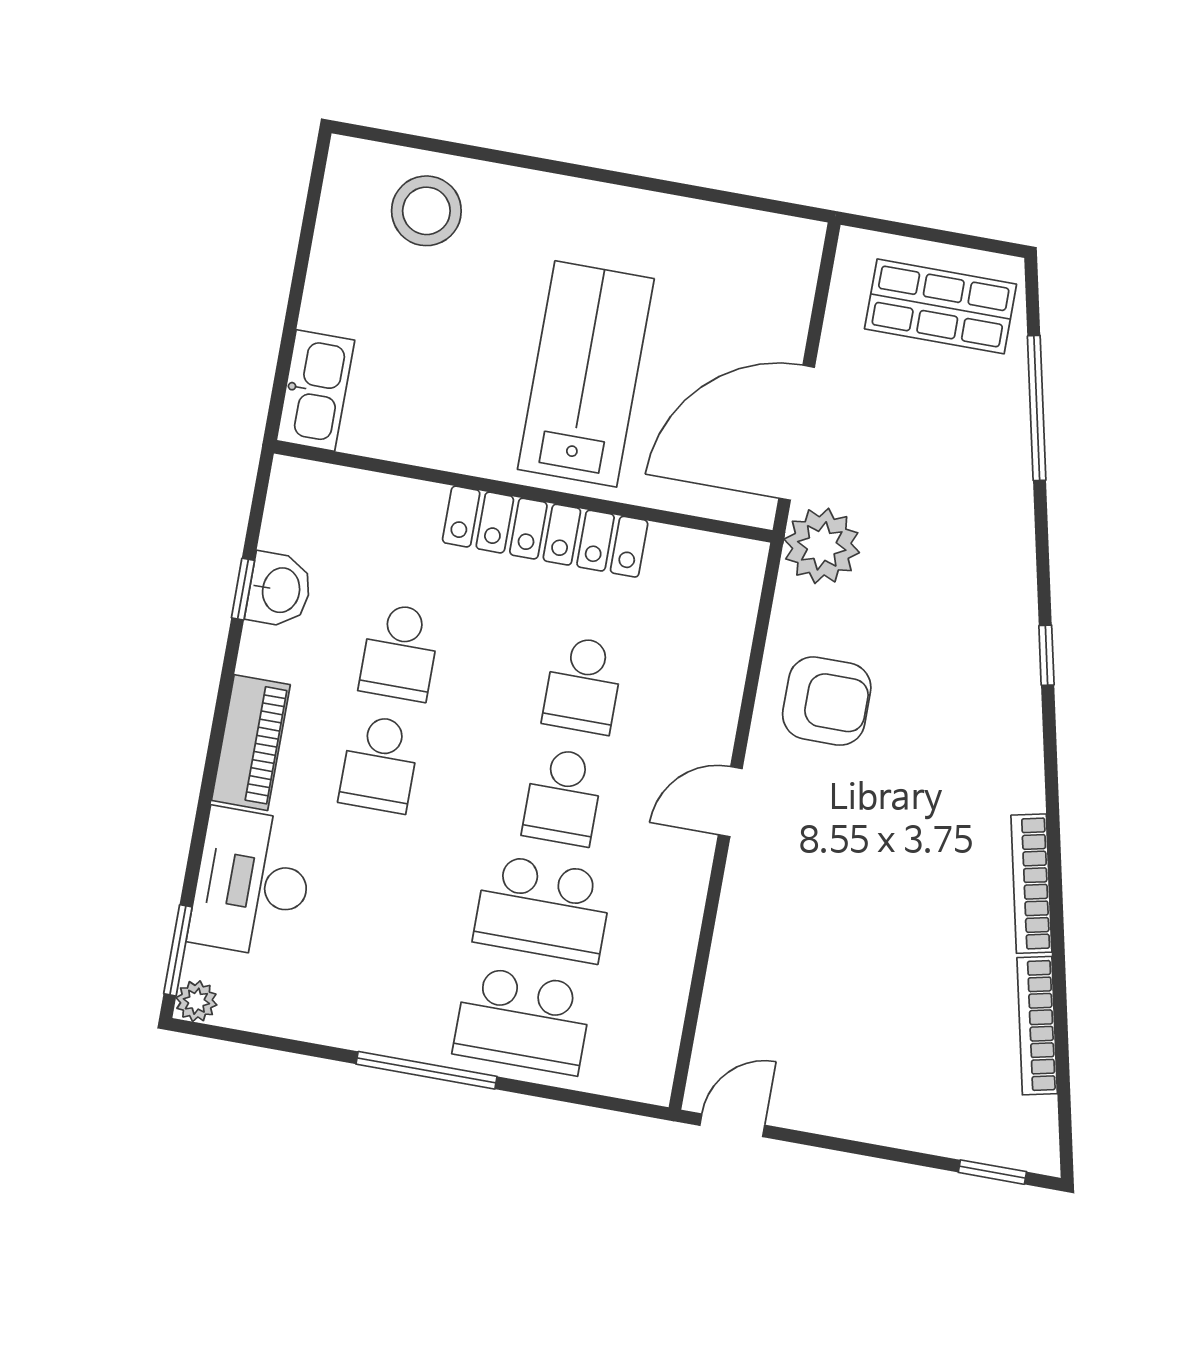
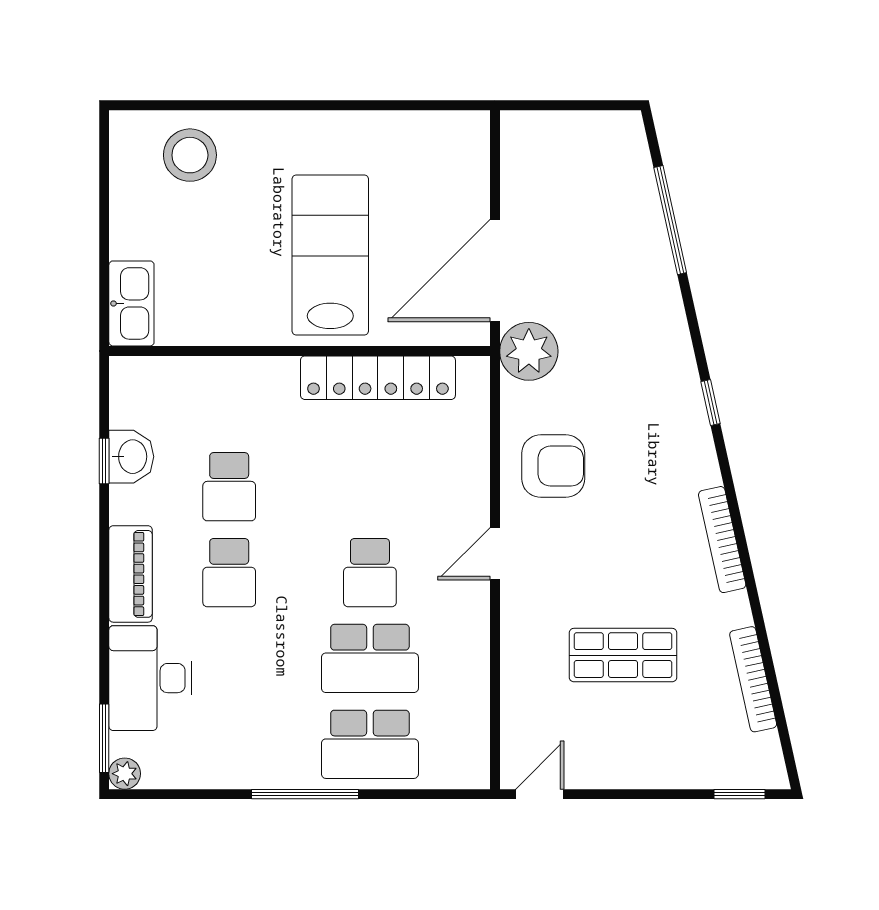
shop shelf: (941, 306) -> (623, 655), moved
locker: (545, 532) -> (378, 378), moved
school desk: (583, 685) -> (370, 487), removed
bookcase: (1031, 884) -> (722, 540), moved

